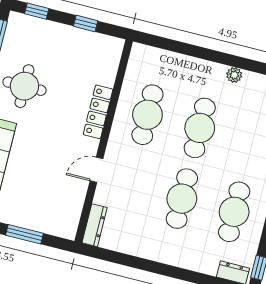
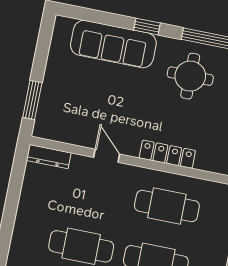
window: (24, 234) -> (32, 100), moved

